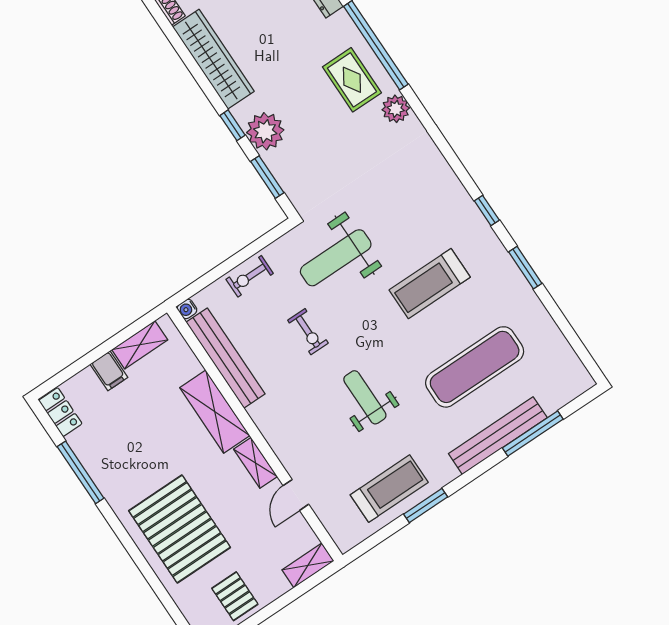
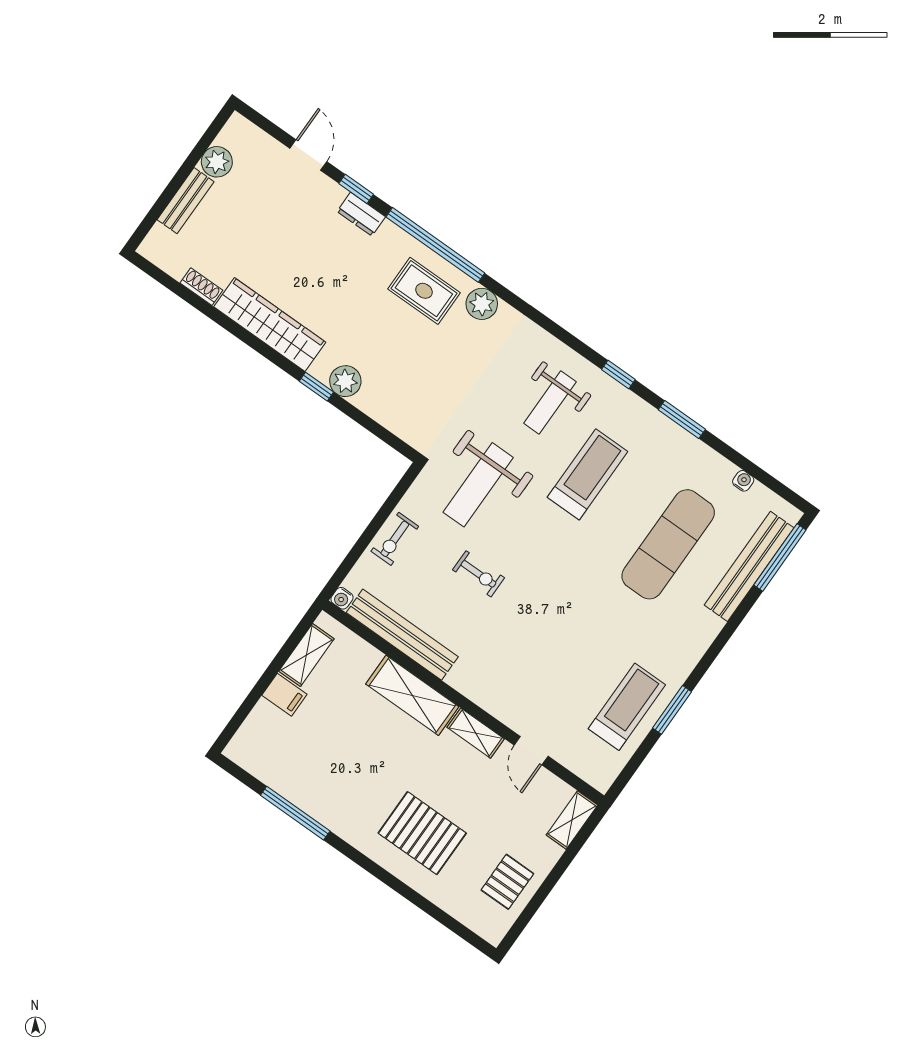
plant: (265, 131) -> (345, 381), width x0.73, depth x0.73
window: (267, 177) -> (374, 427), removed
treadmill: (430, 284) -> (588, 474), turned 180
water cooler: (557, 338) -> (743, 481), added
weight bench: (365, 397) -> (550, 402), moved, turned -90
locker: (60, 412) -> (250, 758), removed
window: (533, 434) -> (780, 558), moved
bench: (498, 436) -> (749, 566), moved
pallet: (180, 529) -> (422, 833), width x0.73, depth x0.71
pallet: (235, 596) -> (507, 882), turned 90

